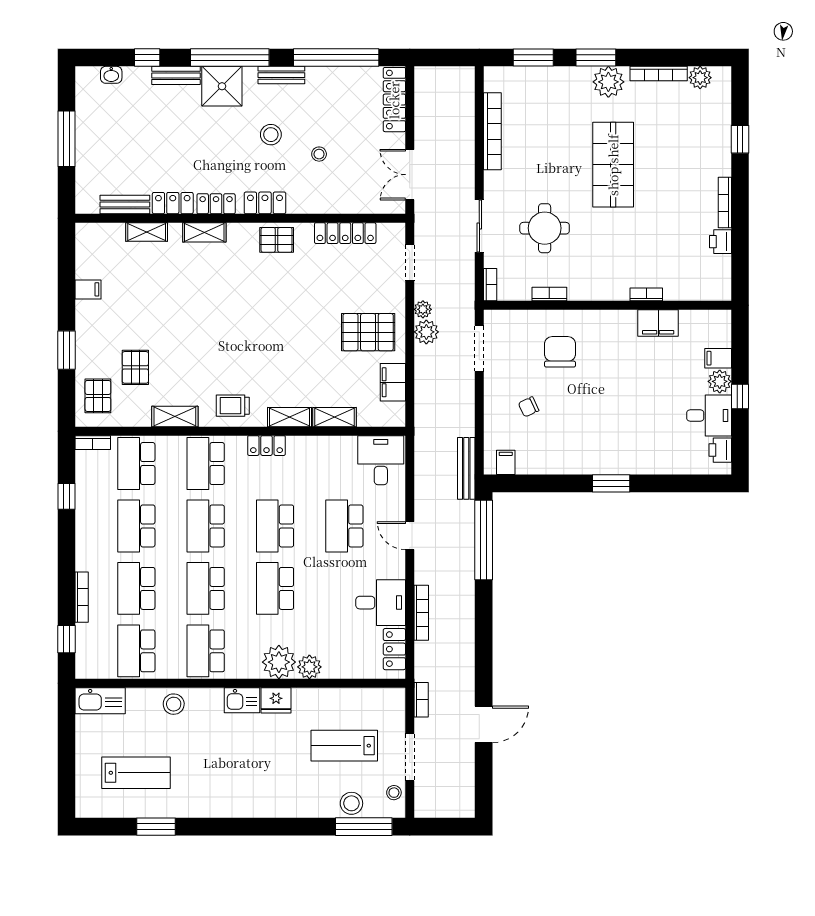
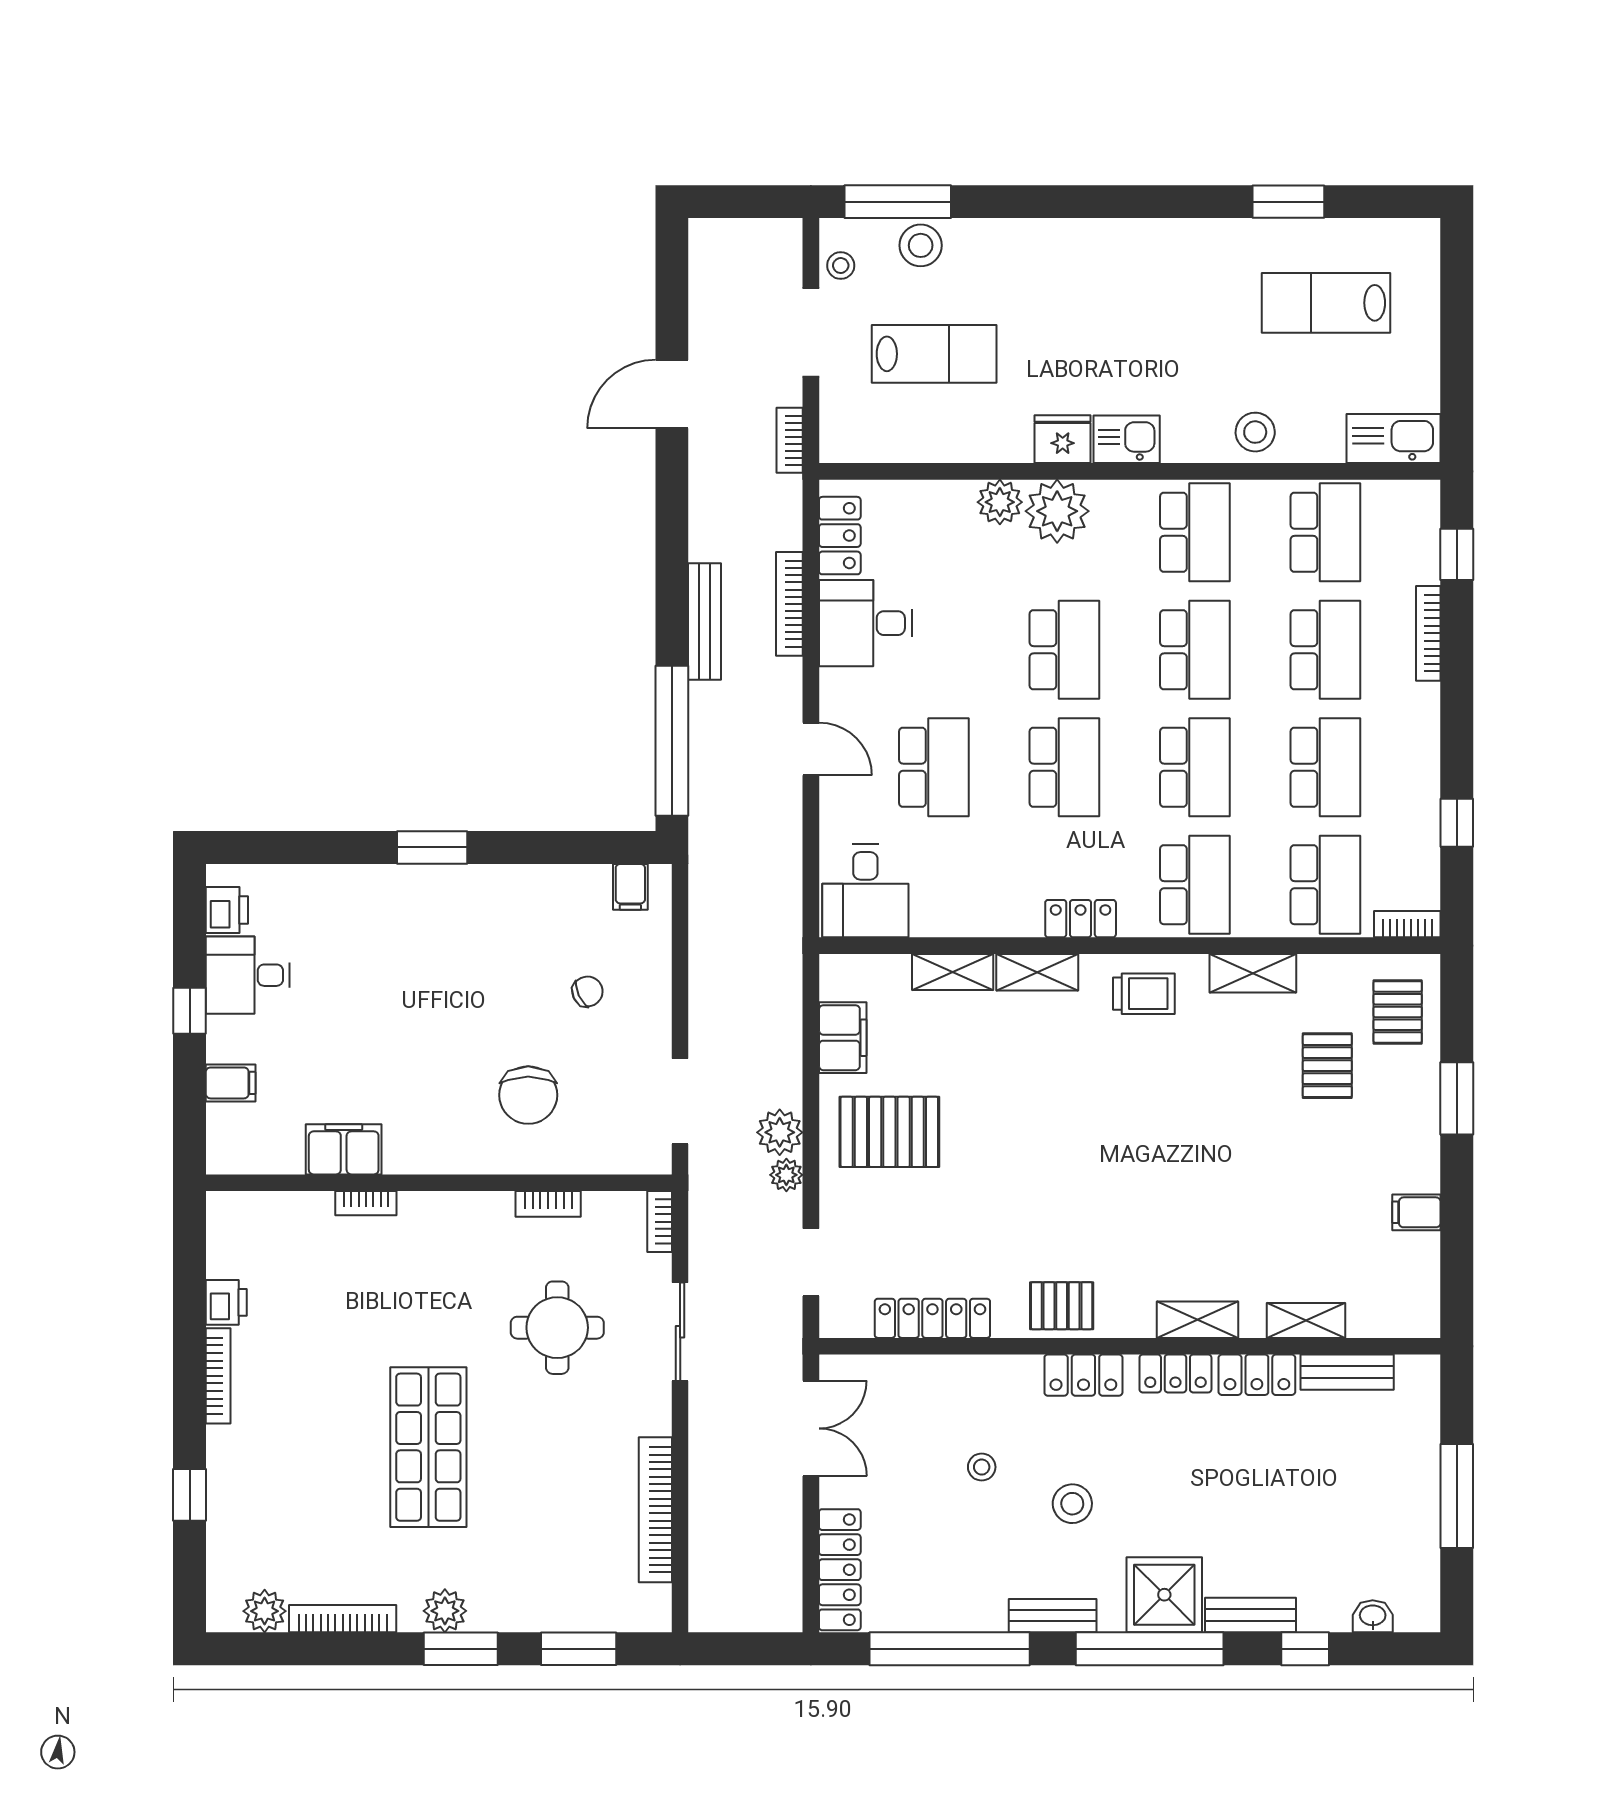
plant: (608, 82) -> (445, 1611), width x0.73, depth x0.73
plant: (720, 381) -> (228, 1039), removed
bench: (466, 468) -> (705, 622), moved

